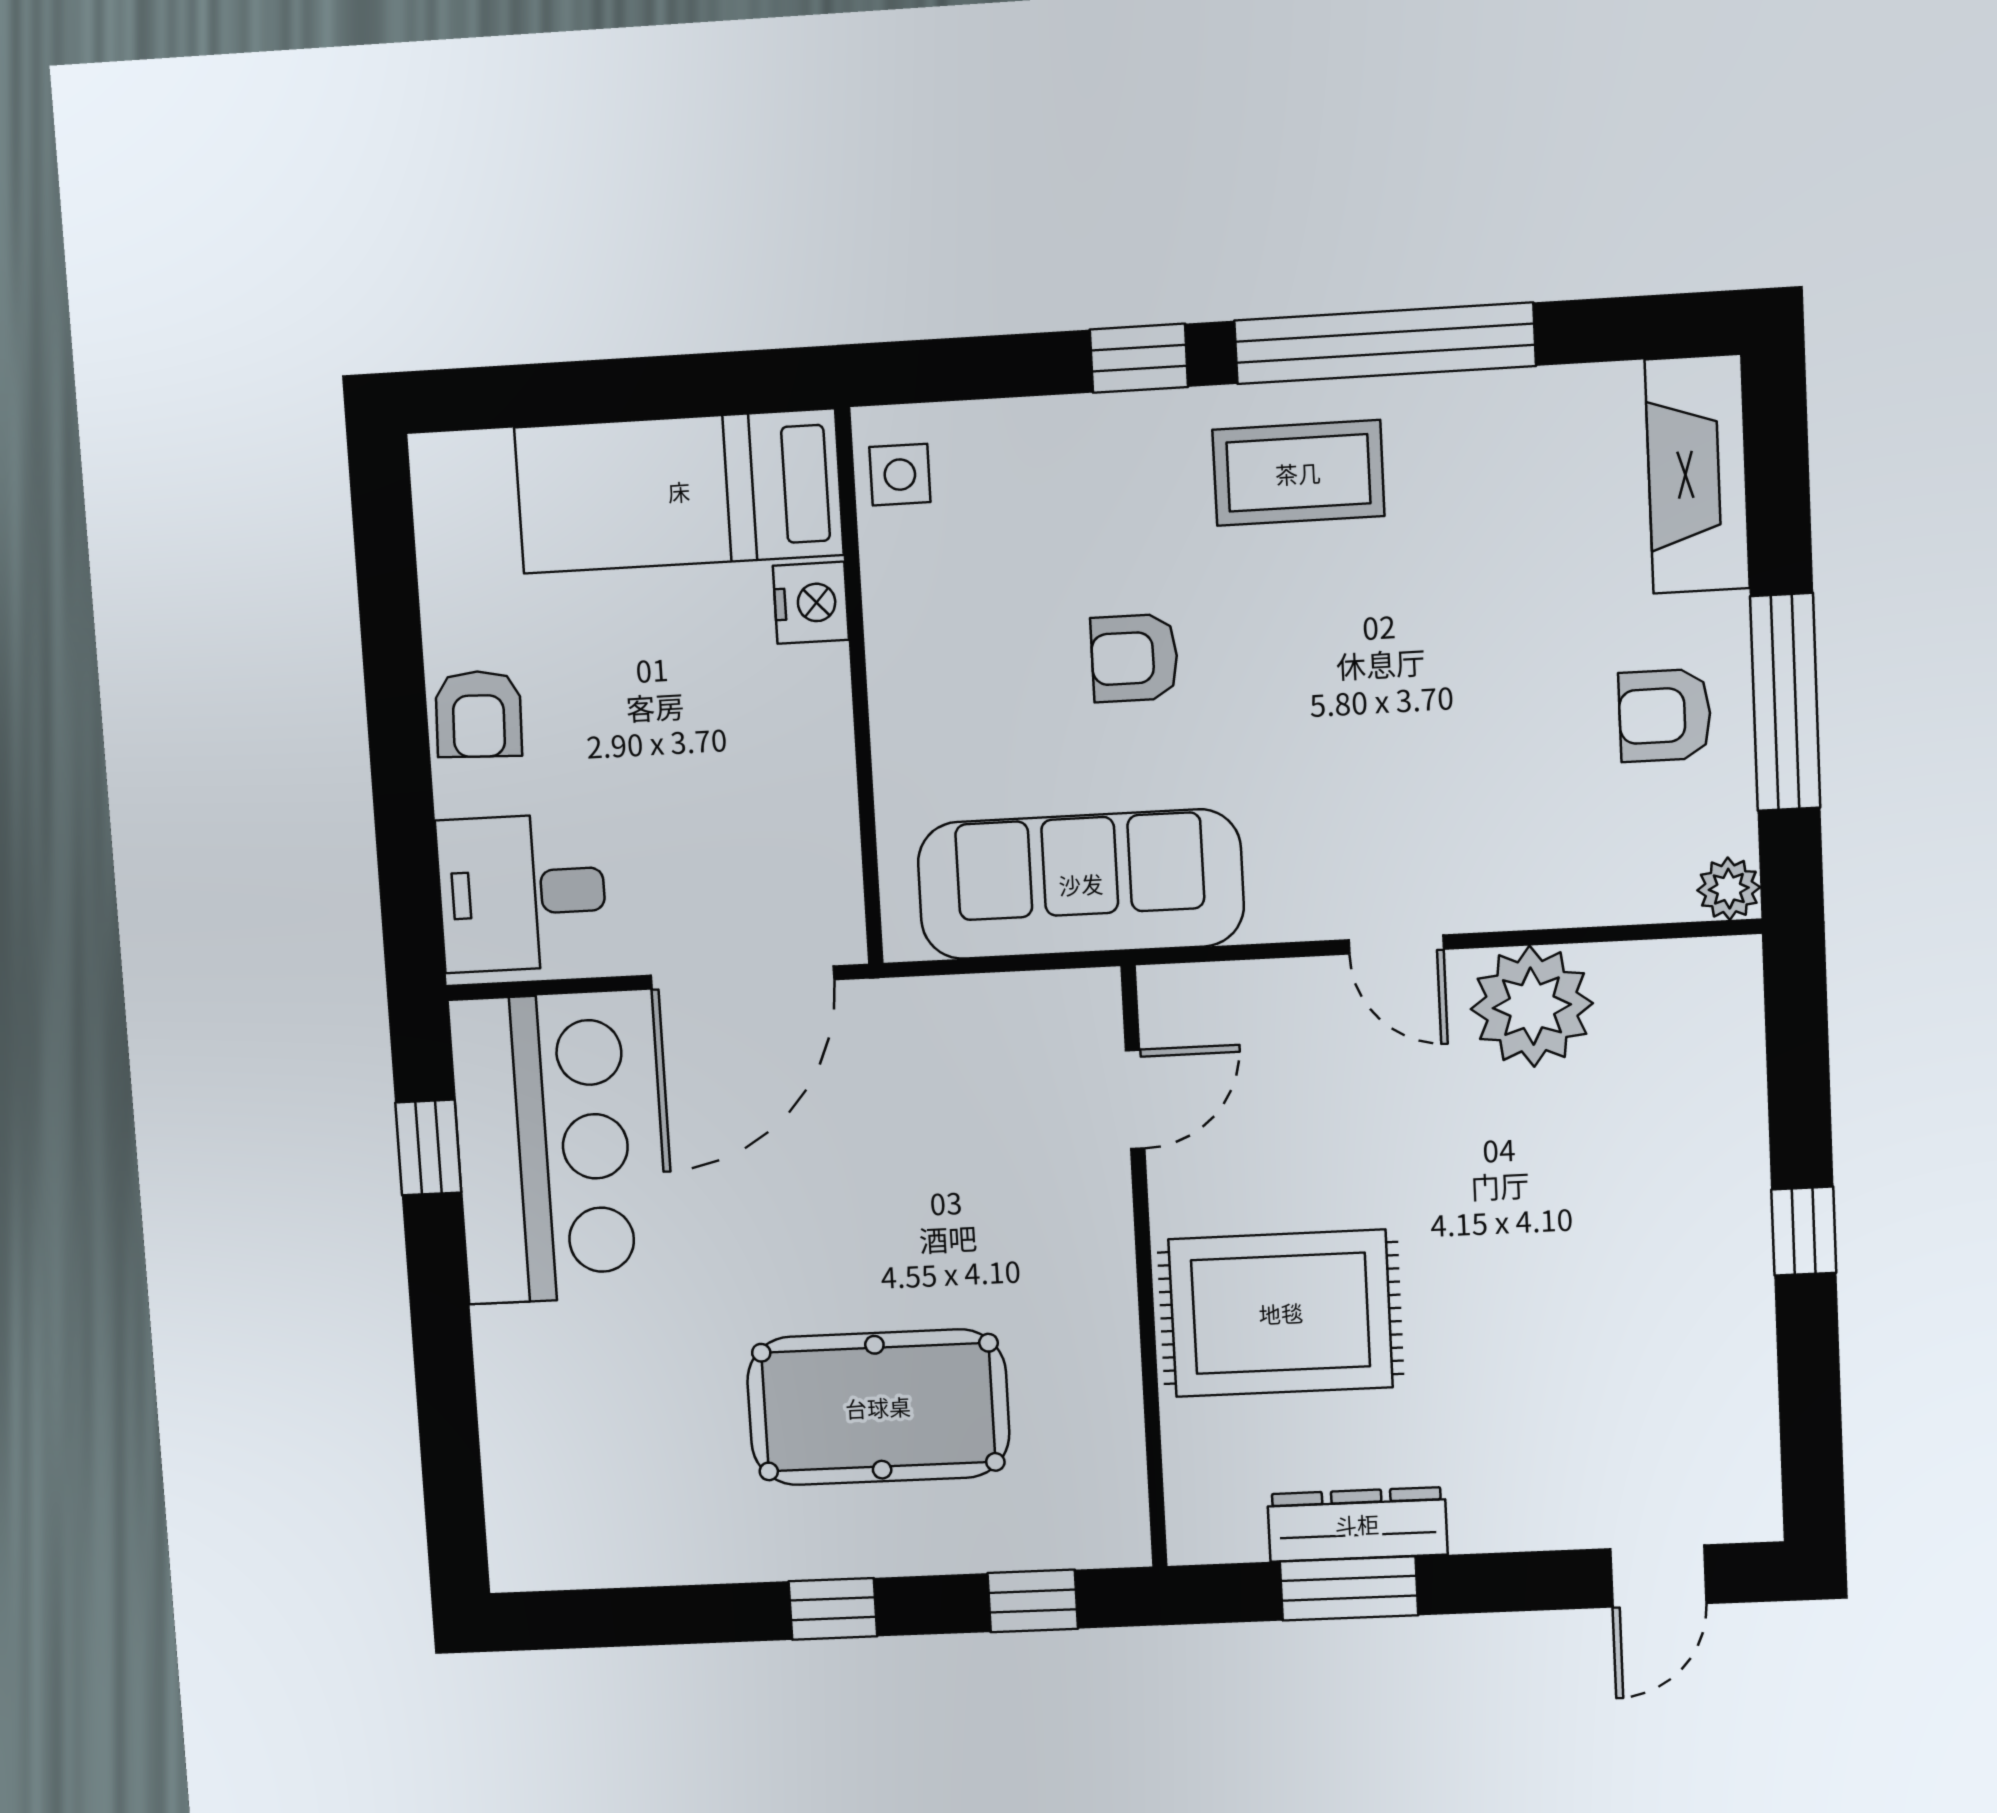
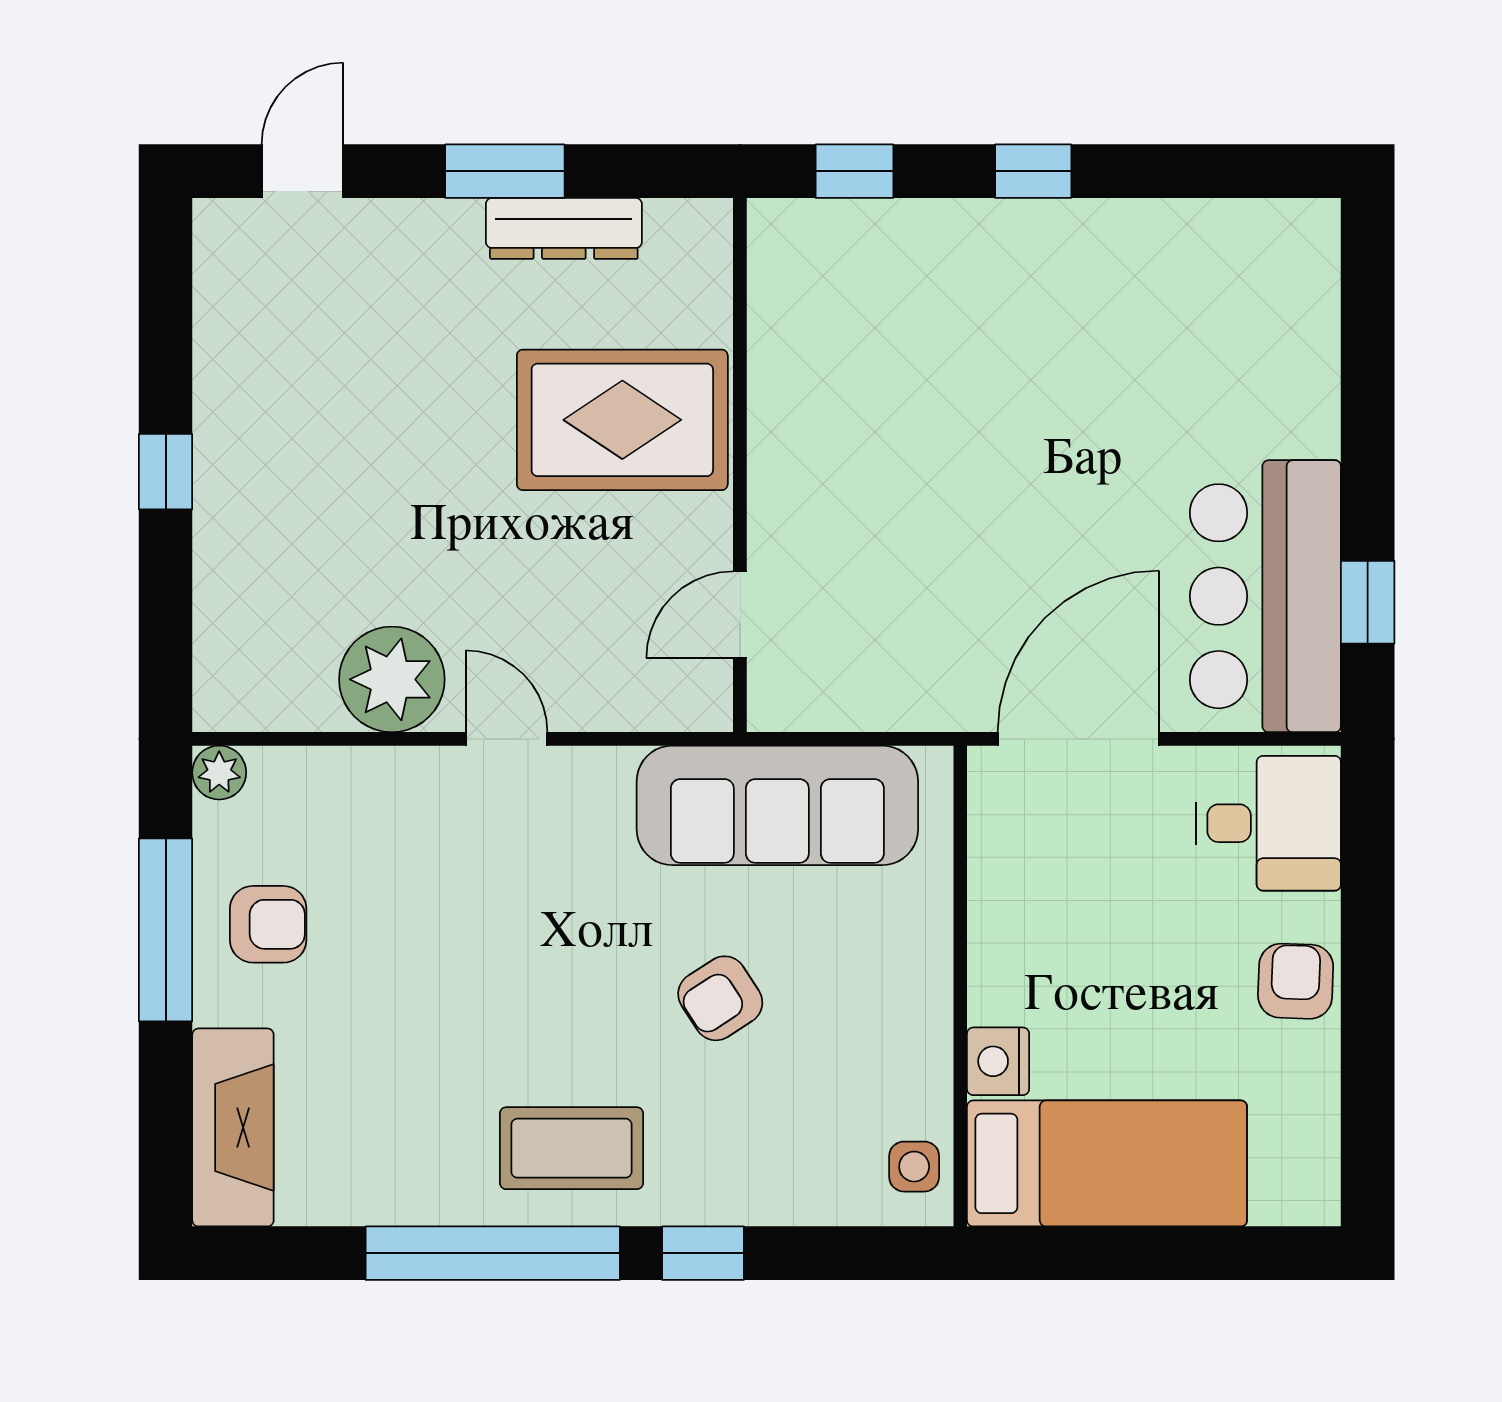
armchair: (1134, 658) -> (720, 998), turned 147
pool table: (878, 1407) -> (982, 352), removed
window: (1349, 1588) -> (505, 171), moved

